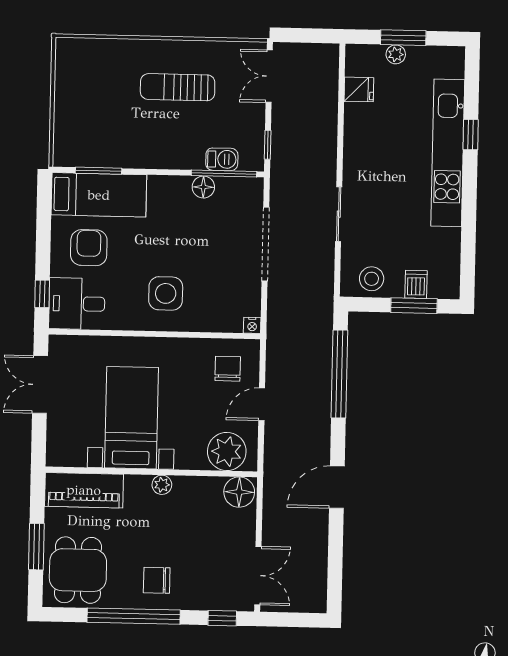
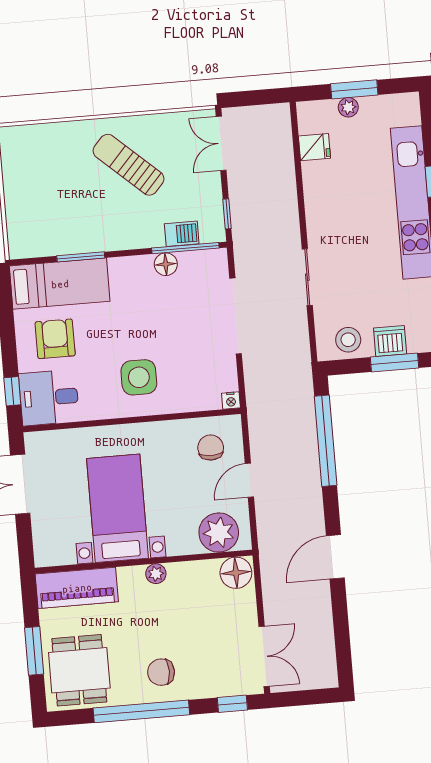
sun lounger: (178, 87) -> (128, 165), turned 42
window: (98, 171) -> (81, 257), moved
dishwasher: (416, 284) -> (390, 341), width x1.38

